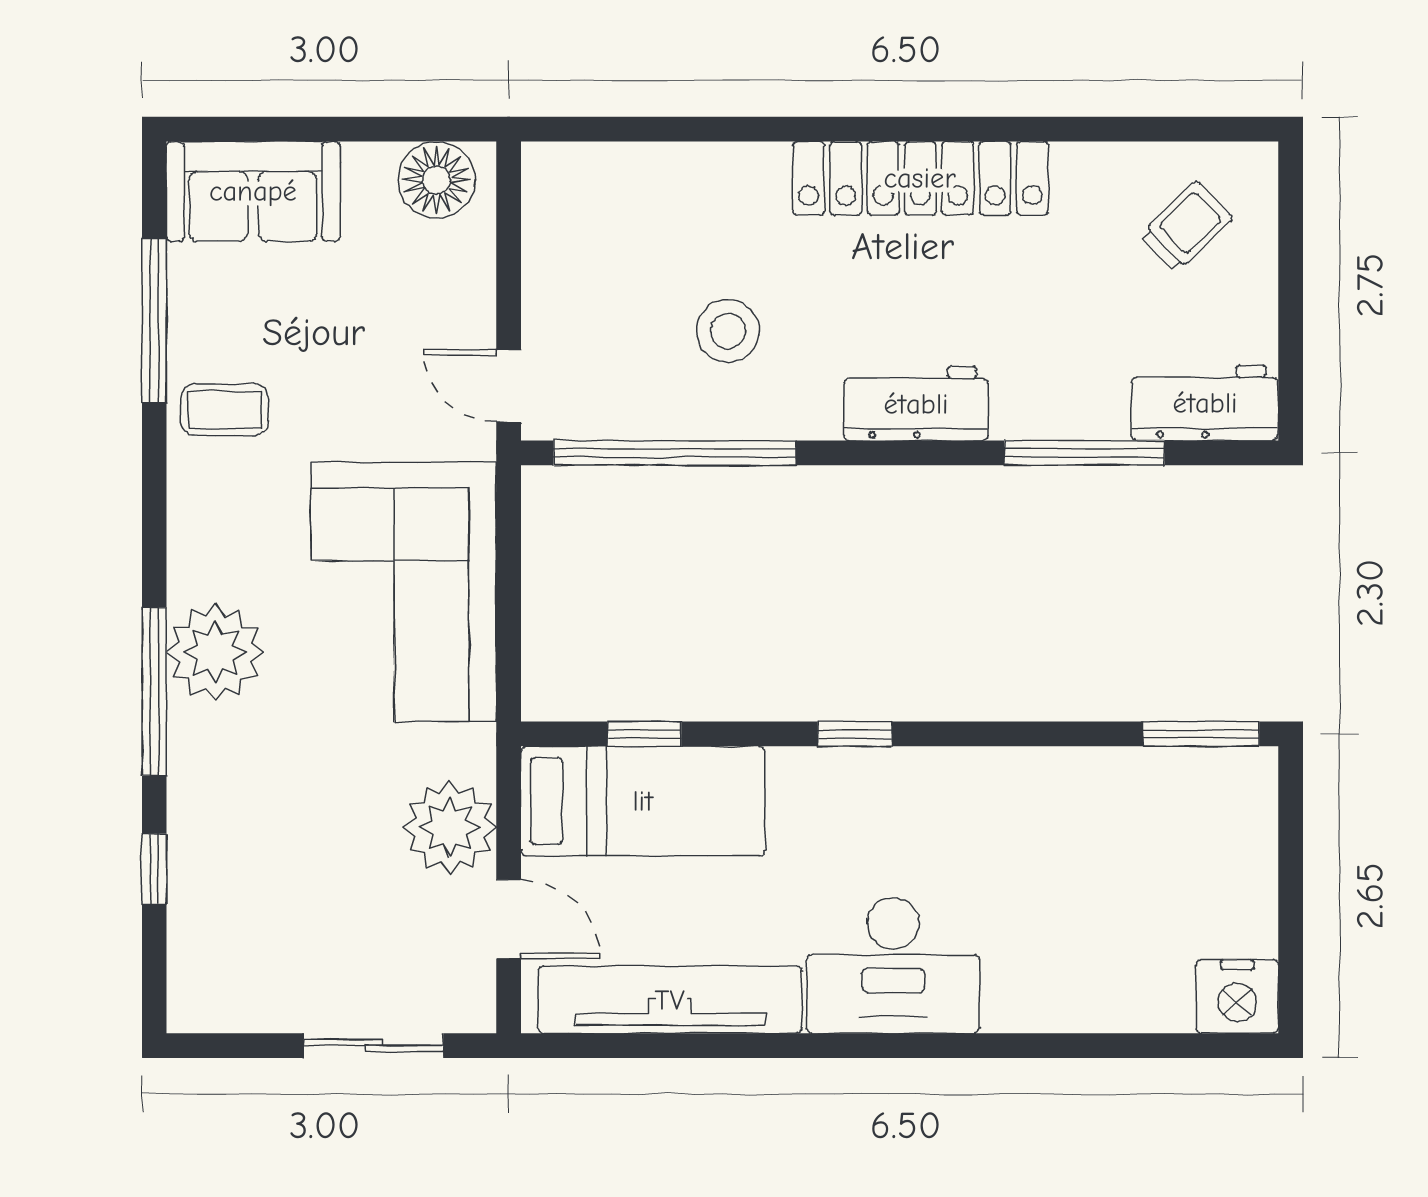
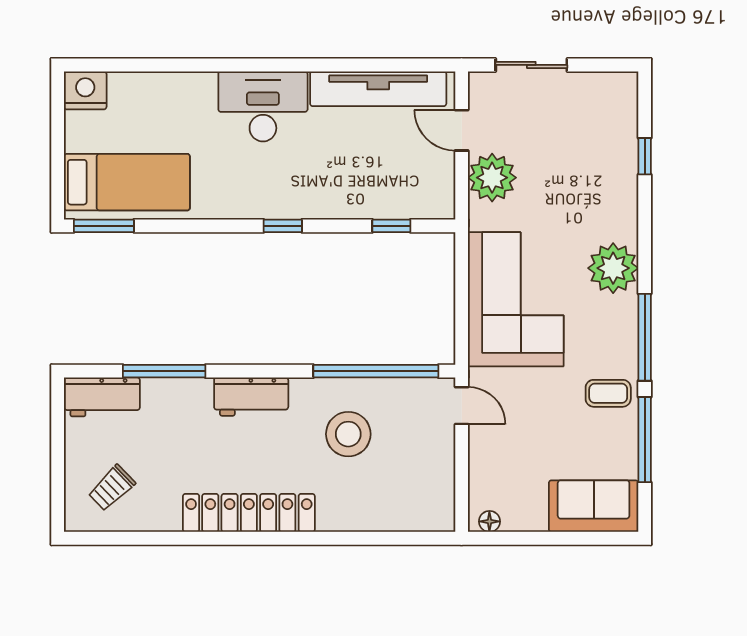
floor lamp: (436, 180) -> (489, 521), width x0.53, depth x0.53
stool: (728, 331) -> (348, 434), width x1.38, depth x1.38
window: (154, 692) -> (645, 337), moved
bed: (643, 801) -> (127, 182), moved, turned 180

